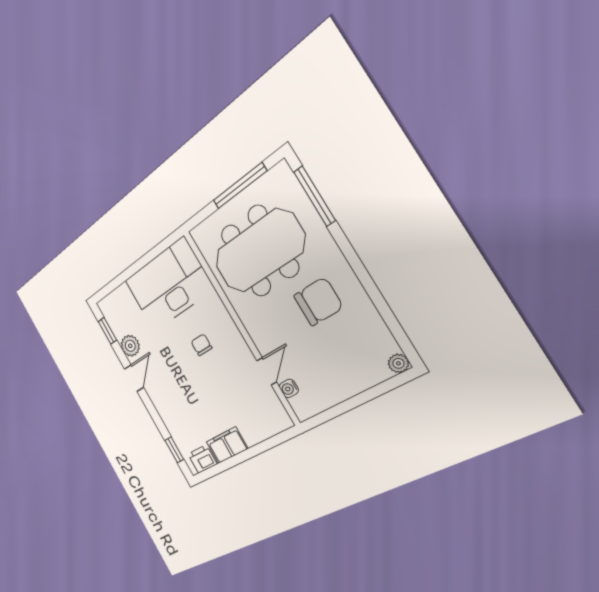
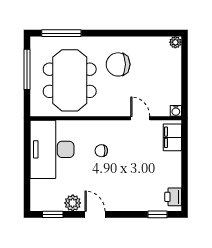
chair: (318, 302) -> (118, 64), turned -90
water cooler: (289, 388) -> (176, 111), moved
filing cabinet: (227, 445) -> (172, 137), moved

